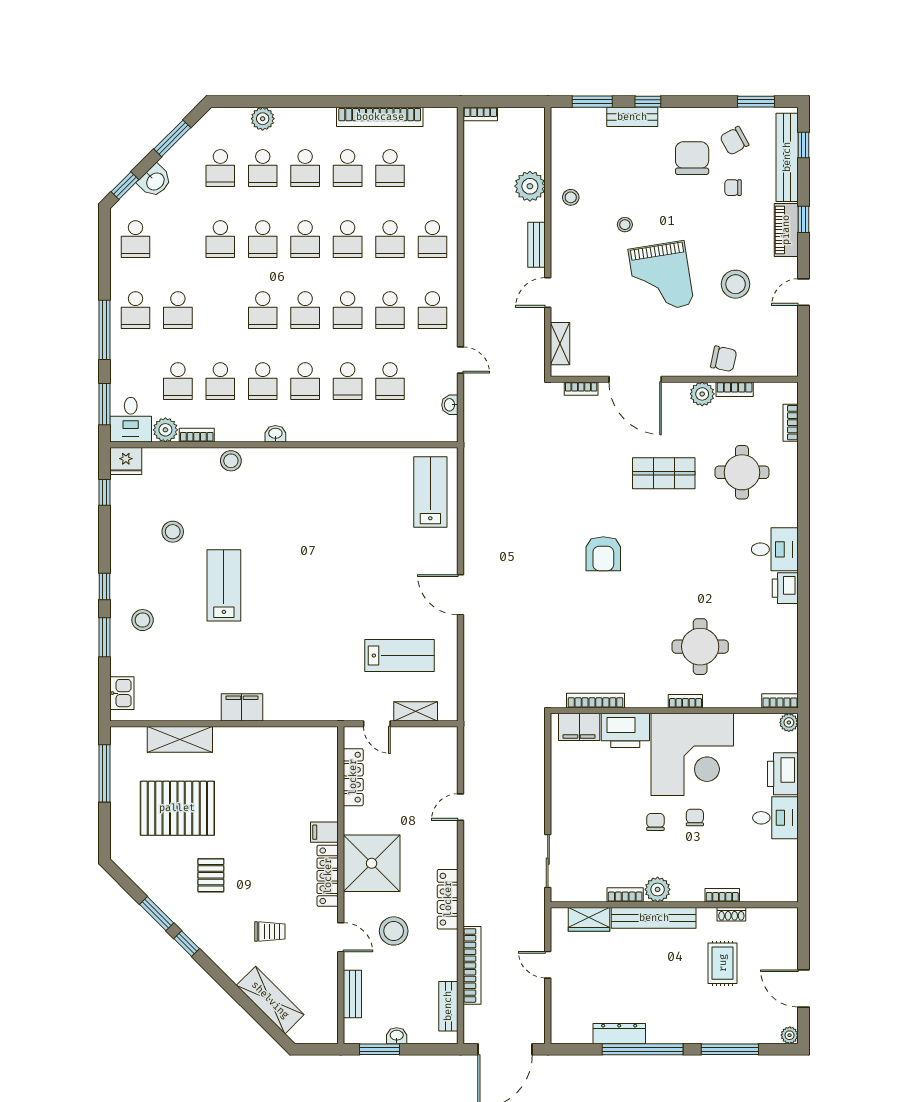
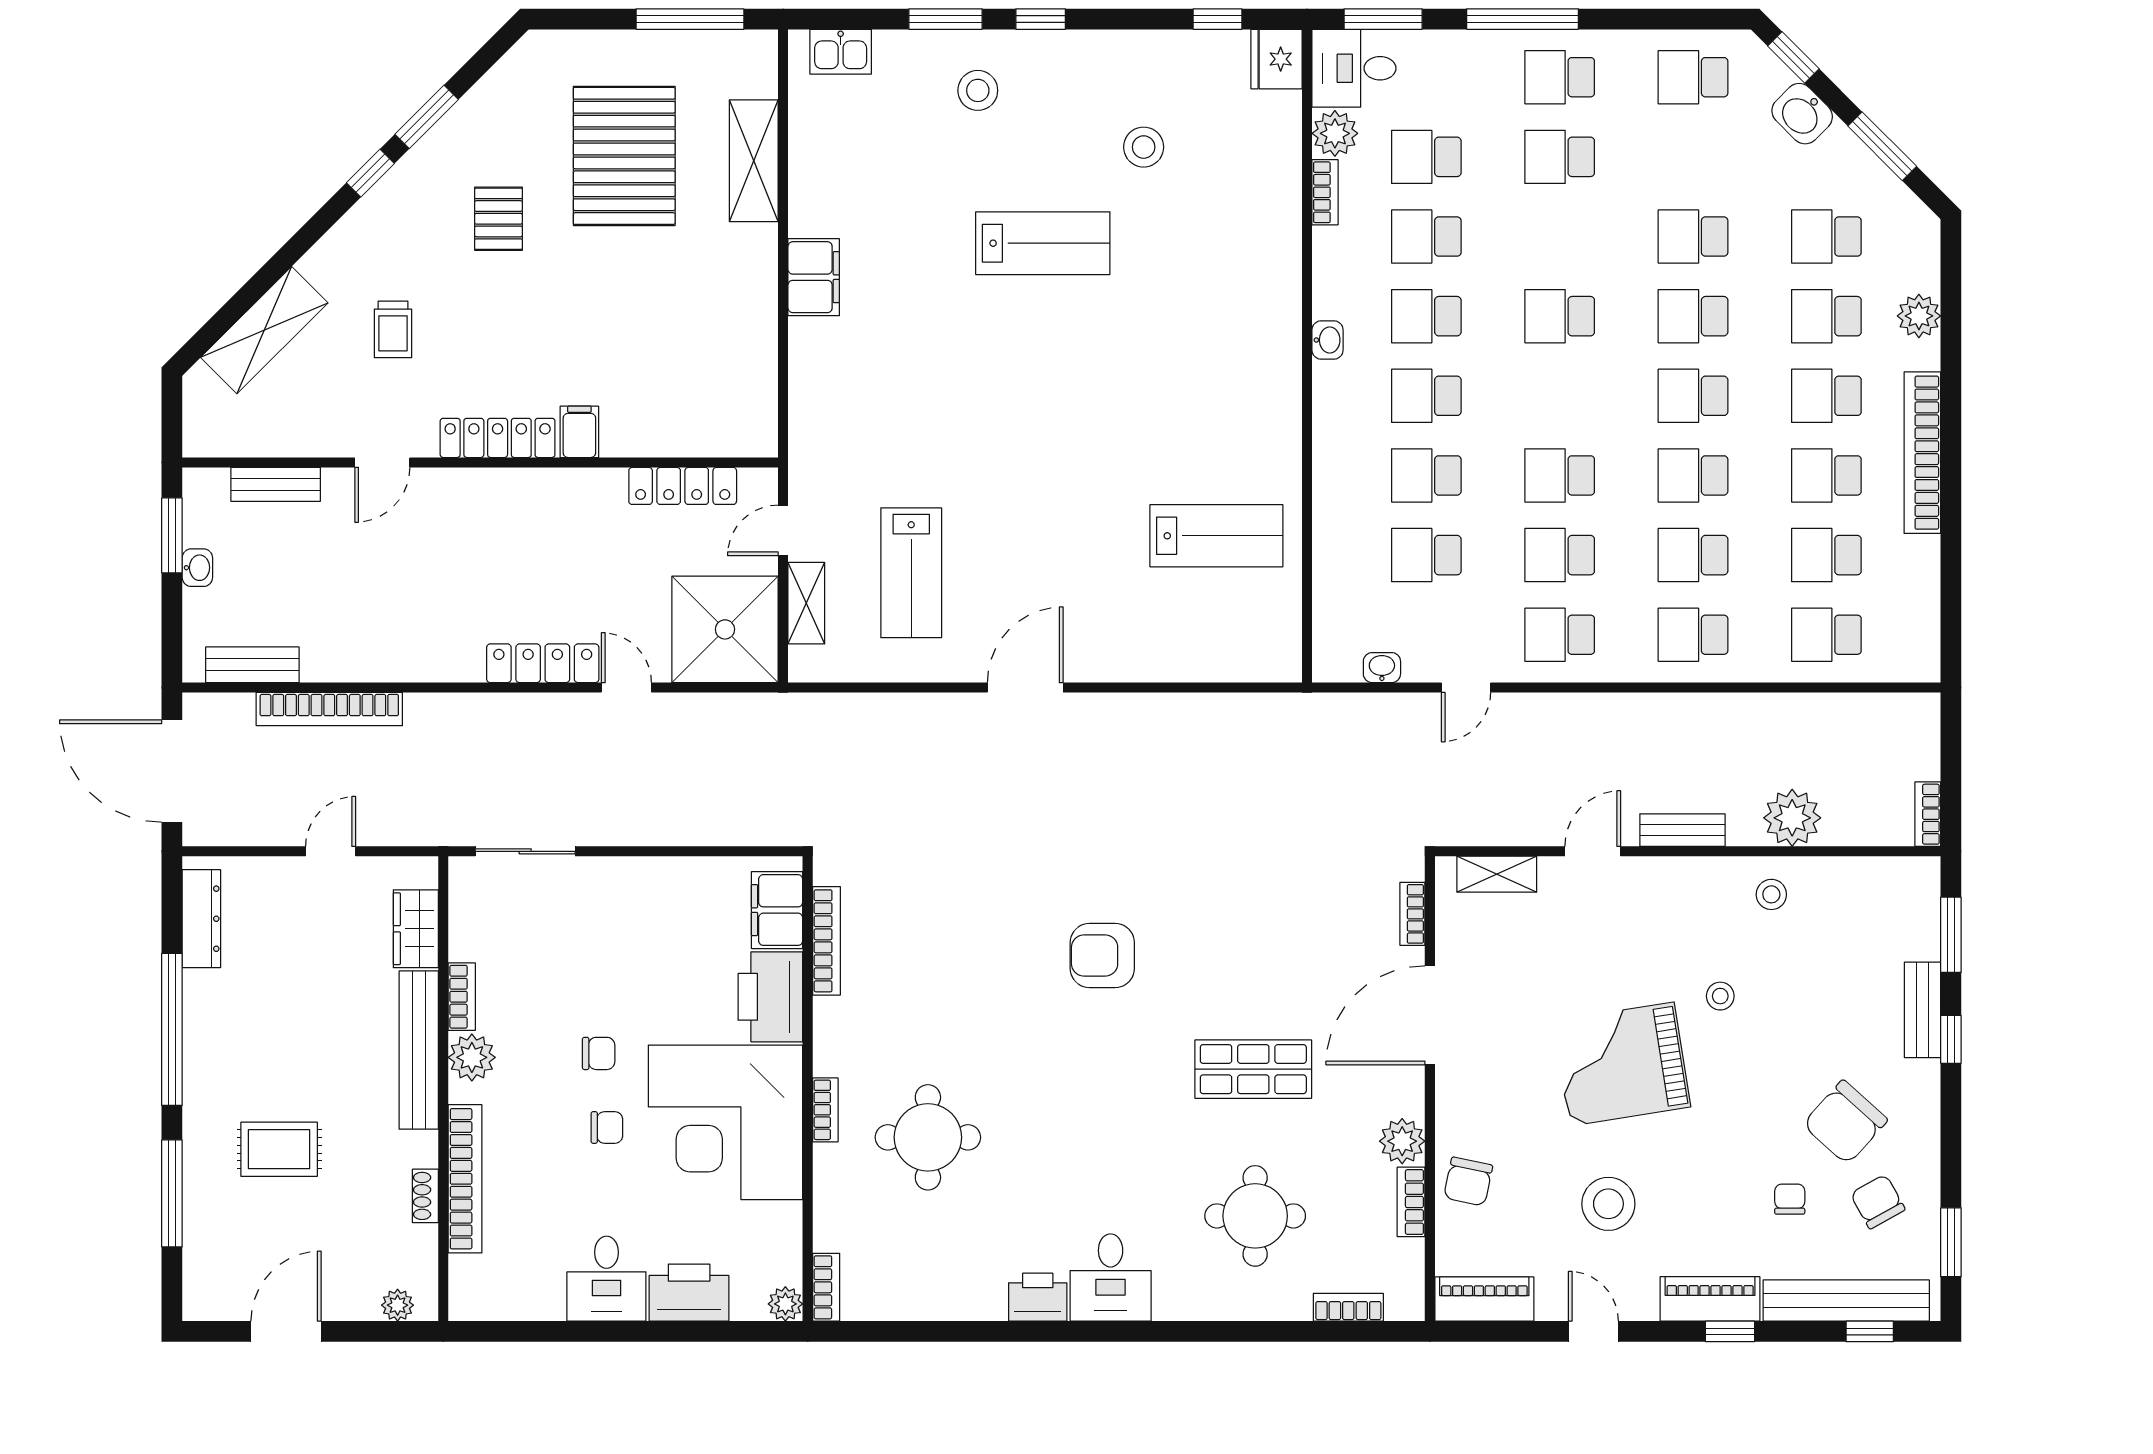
bookcase: (480, 114) -> (1928, 814), moved
bookcase: (380, 117) -> (1922, 453), moved
chair: (692, 158) -> (1845, 1122), turned 132
door: (548, 292) -> (1593, 851), hinge flipped
school desk: (305, 310) -> (1826, 635), moved
piano: (786, 350) -> (1484, 1299), added
stool: (231, 461) -> (1277, 256), removed
shop shelf: (664, 473) -> (1253, 1069), turned 90
lab bench: (430, 492) -> (1216, 536), moved
shower: (372, 863) -> (725, 629), moved
pallet: (211, 875) -> (498, 219), turned 90
bookcase: (722, 895) -> (465, 1179), width x2.31, depth x1.31
locker: (448, 899) -> (543, 663), moved
stool: (394, 931) -> (394, 562), removed
rug: (723, 963) -> (279, 1149), moved
dresser: (619, 1034) -> (201, 919), moved
plant: (790, 1035) -> (398, 1305), moved

